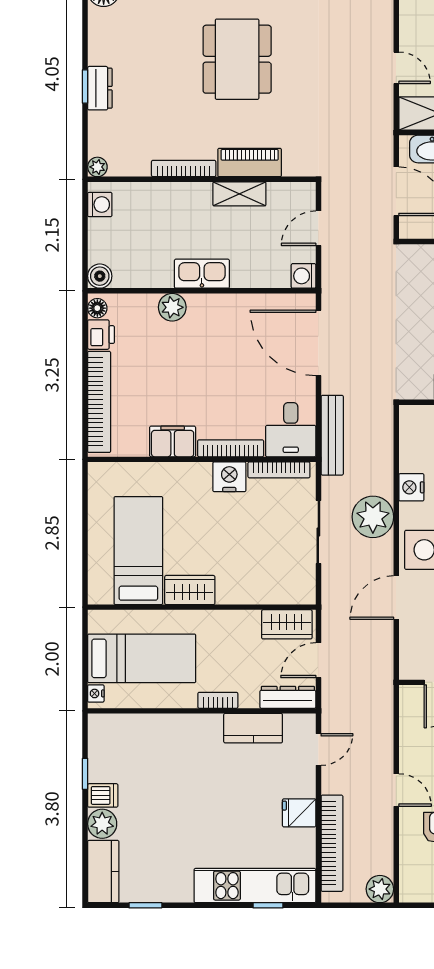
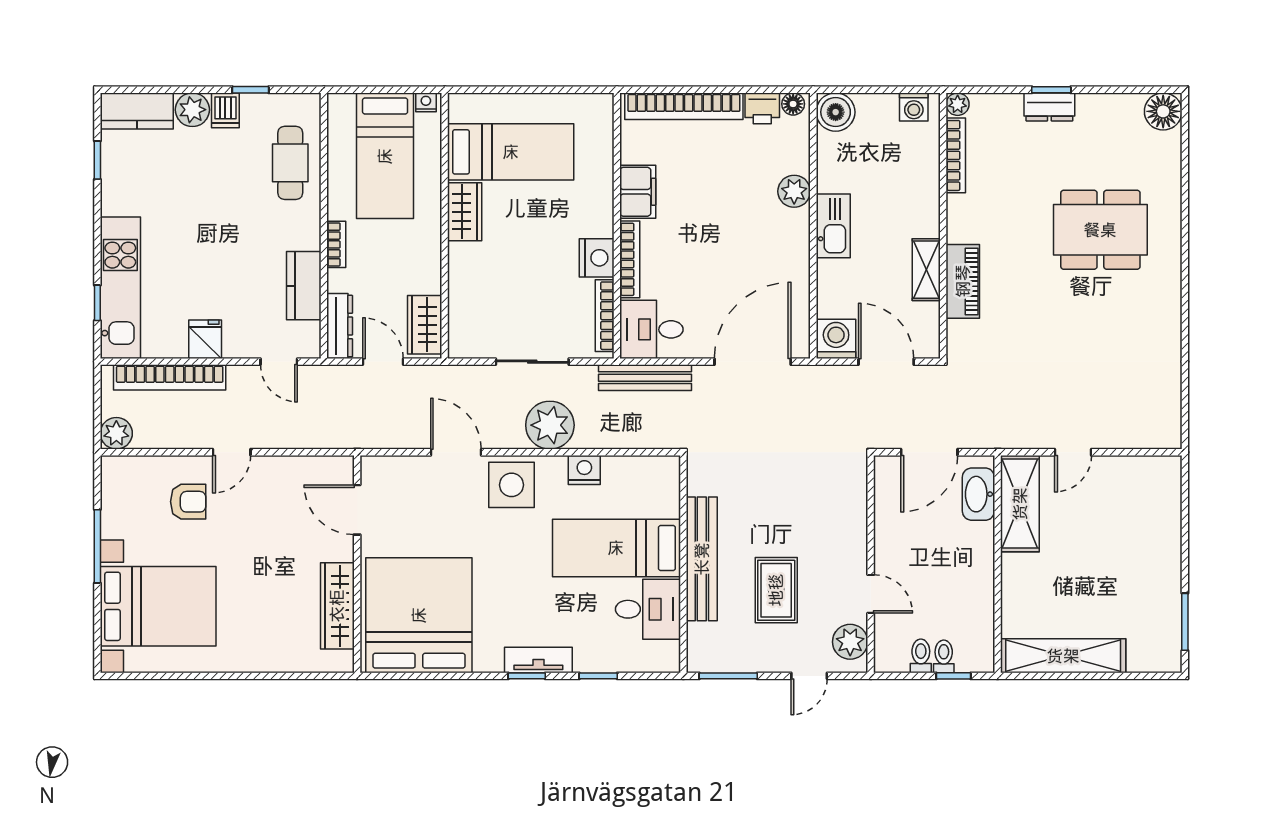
dining table: (237, 59) -> (1100, 230), moved
bookcase: (184, 169) -> (956, 155), moved
door: (318, 228) -> (886, 362), width x1.38
boiler: (100, 276) -> (836, 112), width x1.36, depth x1.36
washing machine: (304, 276) -> (836, 339), width x1.38, depth x1.38
nightstand: (96, 693) -> (426, 102), moved
cafe table: (148, 740) -> (290, 163), added

